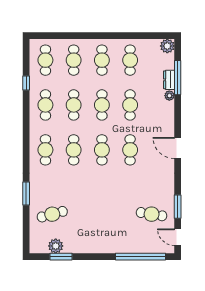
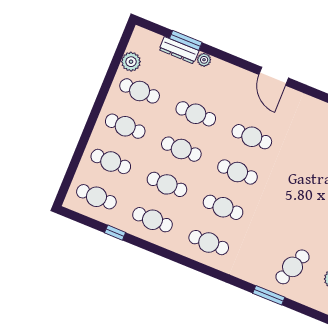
plant: (167, 46) -> (131, 62), moved
window: (178, 78) -> (186, 40), width x0.69
dresser: (169, 80) -> (179, 50), width x1.44
door: (178, 148) -> (274, 76), hinge flipped
window: (26, 193) -> (269, 295), moved
cafe table: (52, 214) -> (293, 267), turned 36

